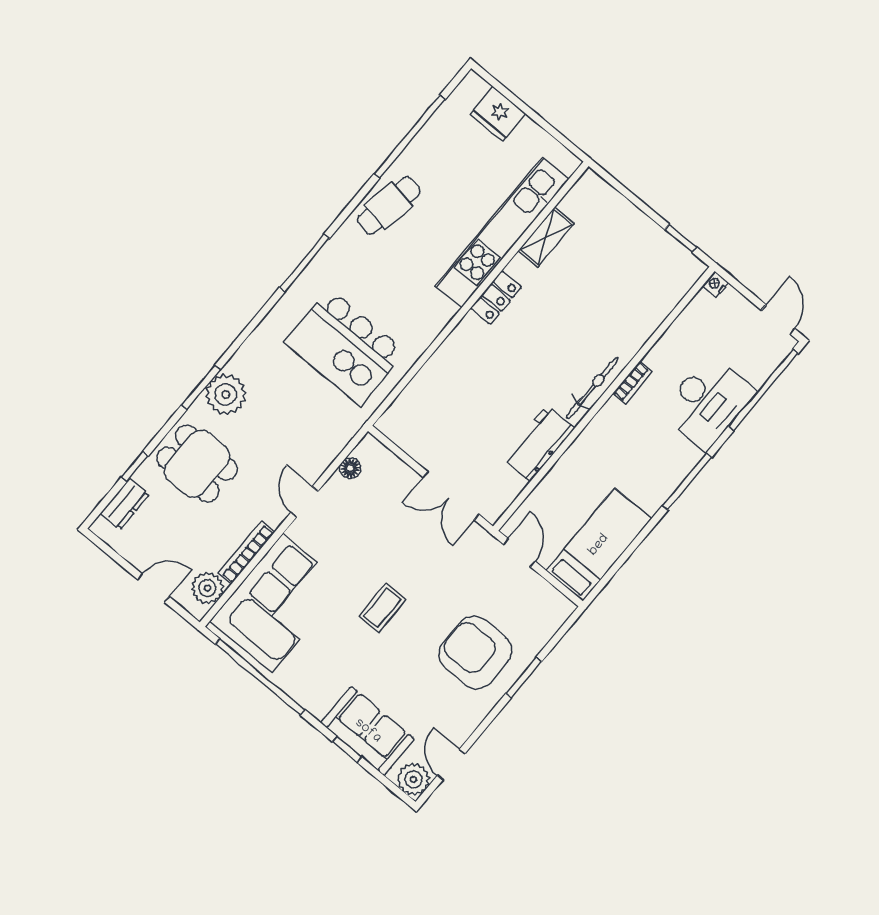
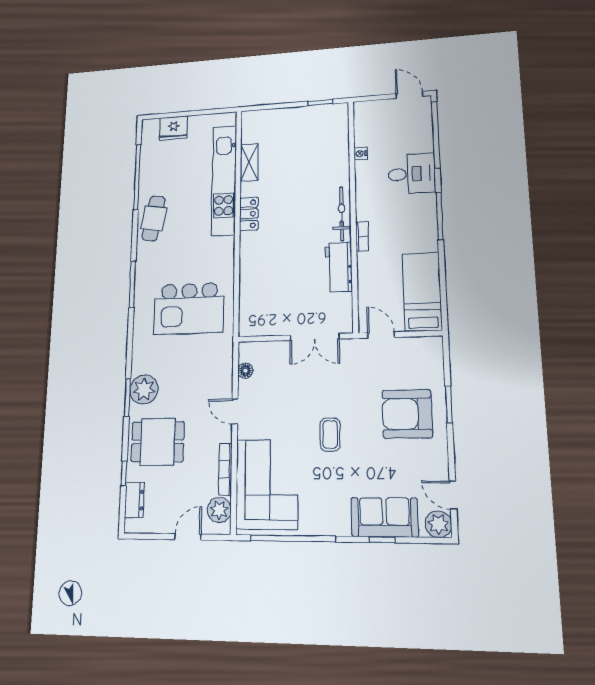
nightstand: (716, 284) -> (361, 154), moved
bookcase: (633, 383) -> (362, 236), moved
desk: (708, 402) -> (412, 174), width x0.73

